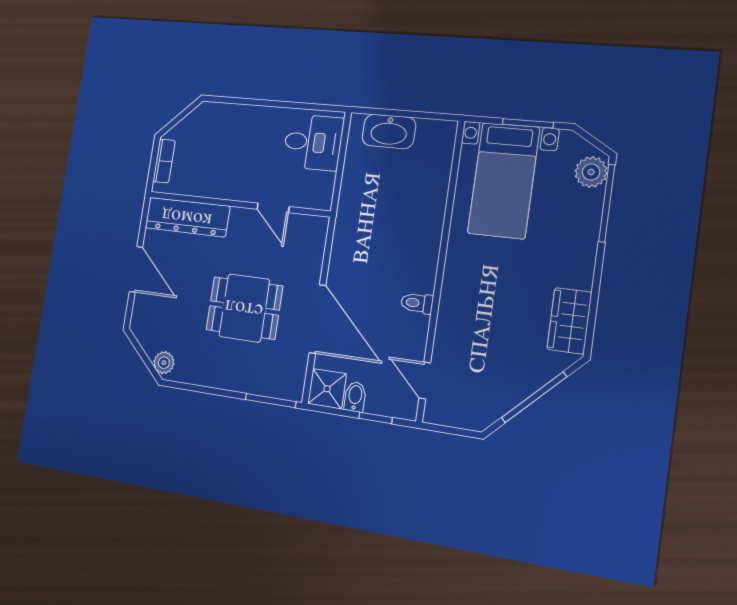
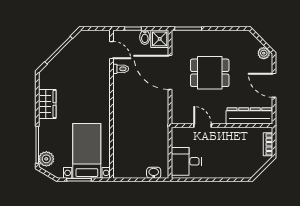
washbasin: (389, 131) -> (154, 173), width x0.52, depth x0.69
toilet: (417, 303) -> (121, 69), moved
wardrobe: (569, 321) -> (47, 104), moved
plant: (164, 363) -> (264, 53), moved

